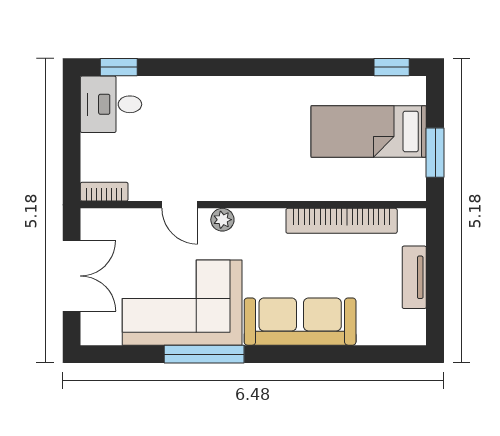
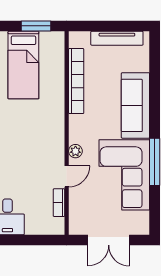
bookcase: (104, 192) -> (59, 203), moved
double door: (72, 276) -> (109, 240), swing flipped
tv unit: (414, 277) -> (117, 38), width x1.41

